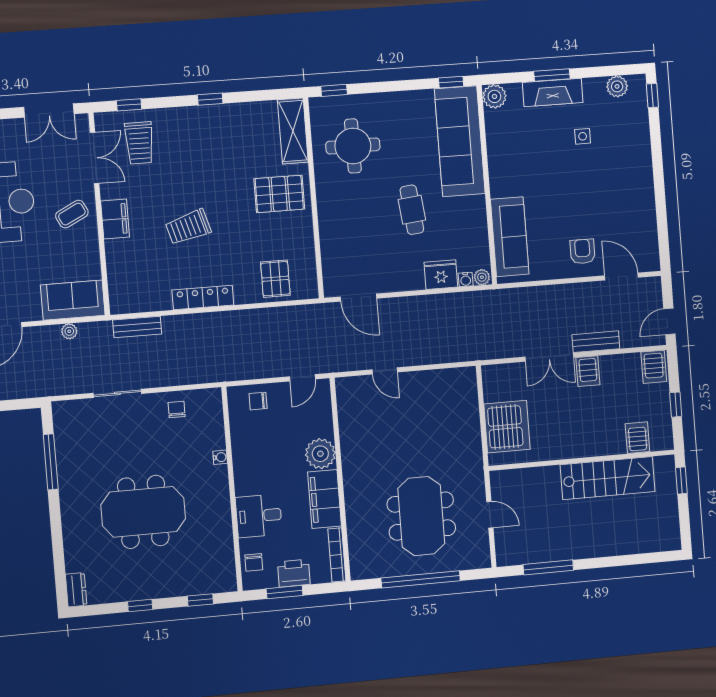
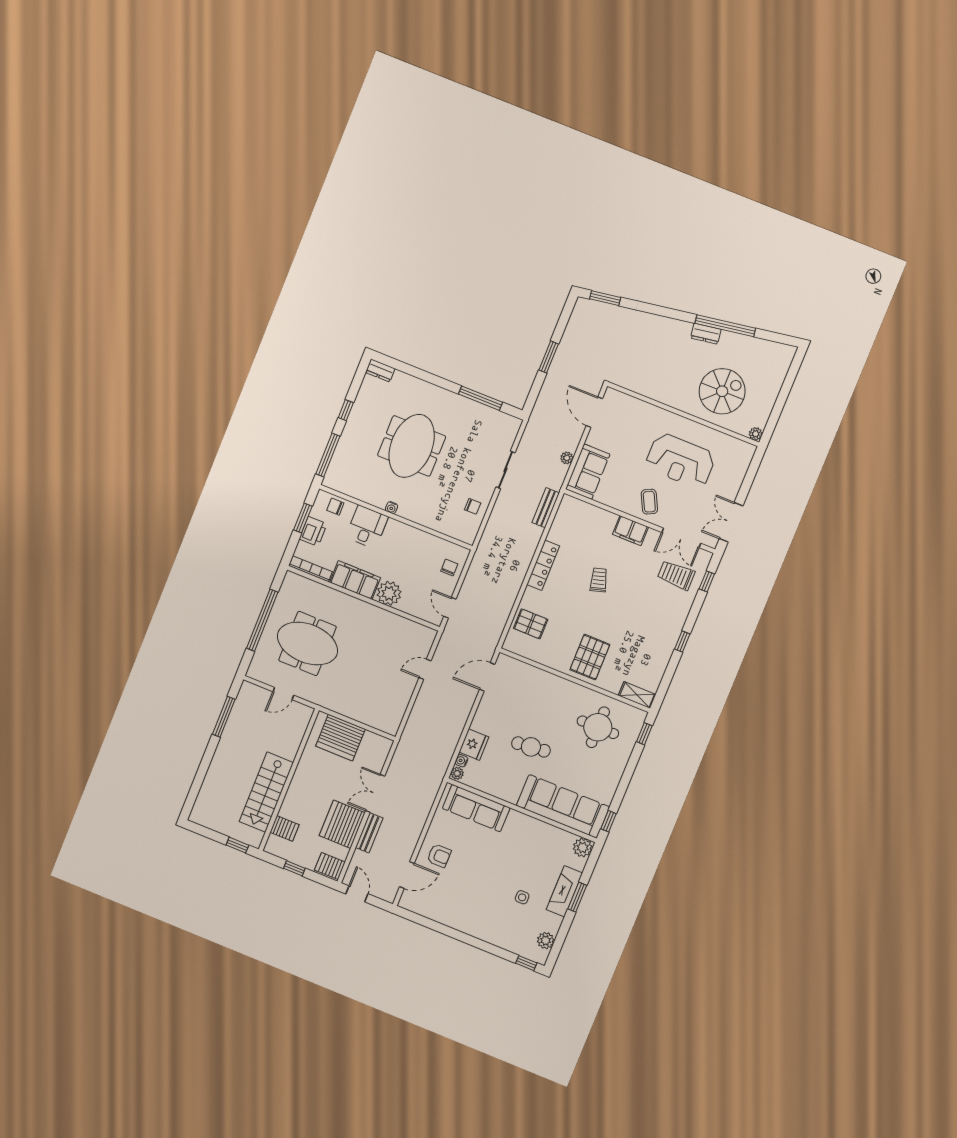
shelving: (293, 131) -> (637, 695), width x0.67, depth x0.75
trolley: (188, 227) -> (599, 580), width x0.73, depth x0.72
server rack: (588, 371) -> (342, 824), width x2.18, depth x1.44
water cooler: (220, 457) -> (392, 508), moved
window: (200, 600) -> (328, 455), width x2.17

